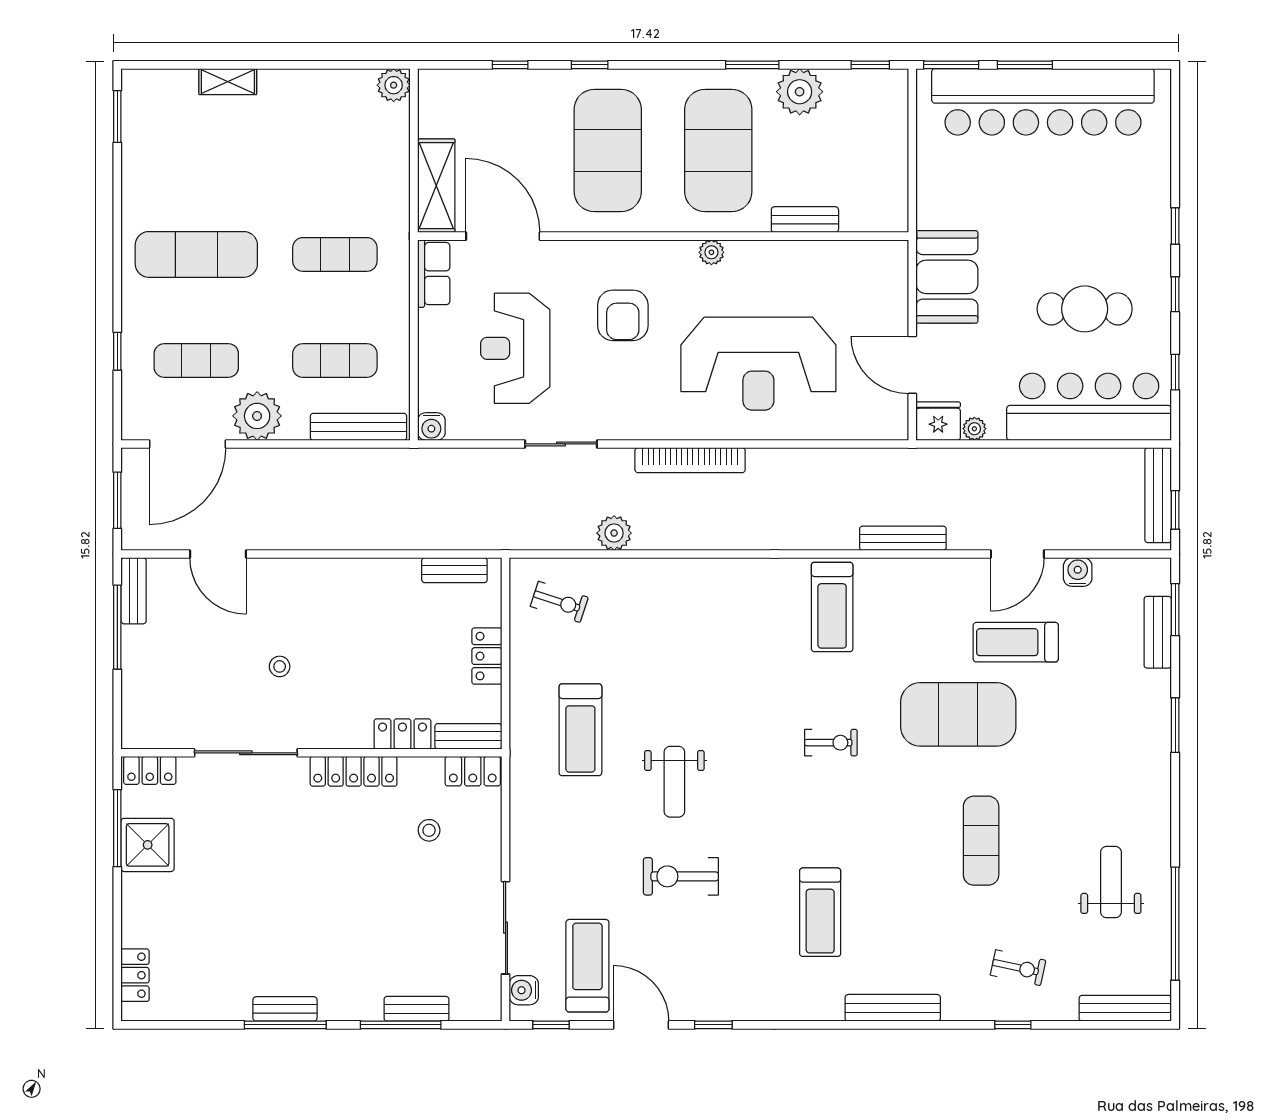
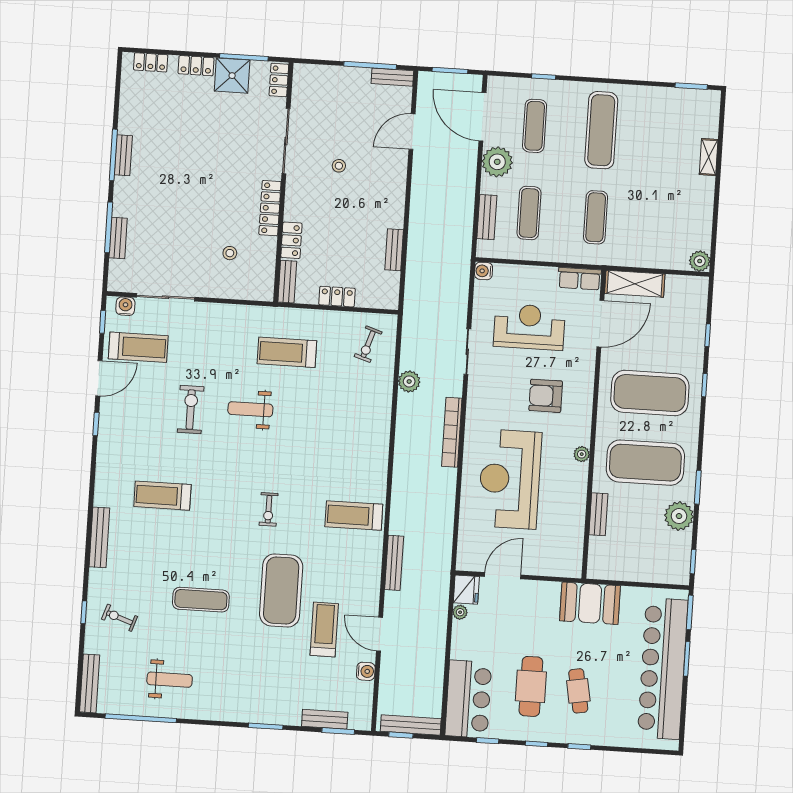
cafe table: (1087, 233) -> (578, 691), added
booth: (947, 277) -> (590, 603), moved
bar counter: (1089, 407) -> (468, 699), width x0.73
bench: (358, 427) -> (487, 217), width x0.73
bench: (454, 570) -> (394, 250), moved
locker: (473, 771) -> (196, 66), moved, turned -90
exercise bike: (1018, 968) -> (120, 618), turned 97

